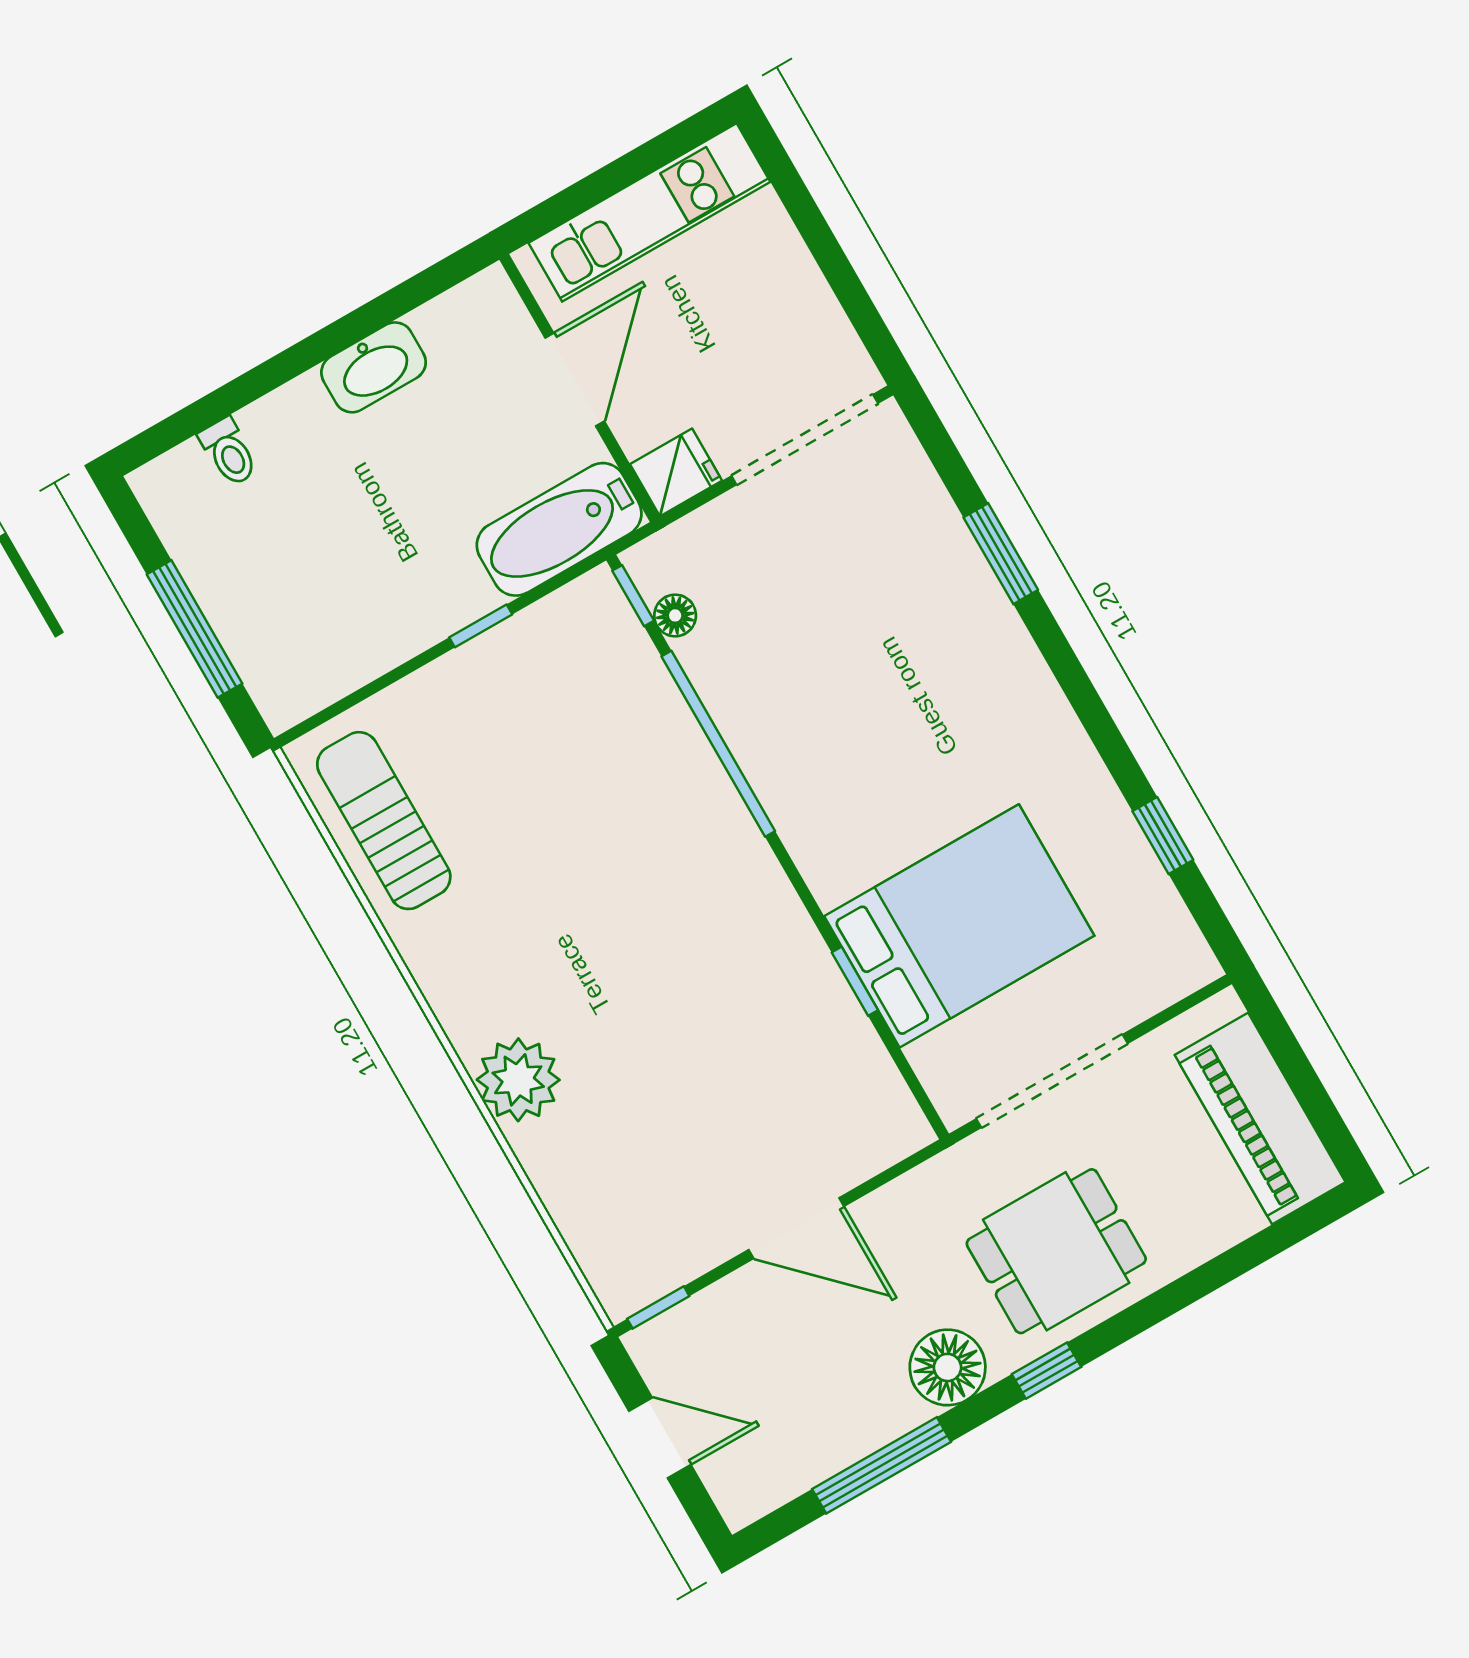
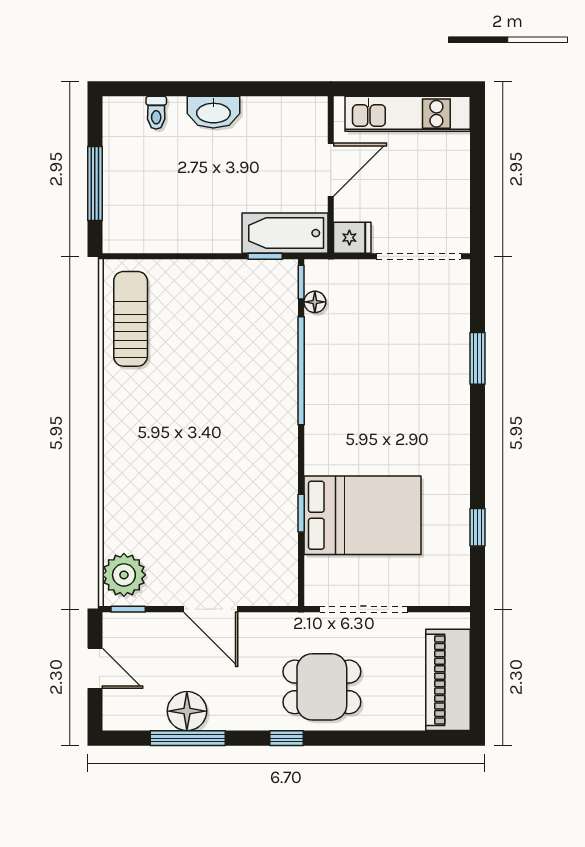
washbasin: (374, 367) -> (213, 112), moved
window: (481, 626) -> (265, 256), moved
plant: (518, 1080) -> (124, 575), moved
floor lamp: (948, 1367) -> (187, 711), moved

